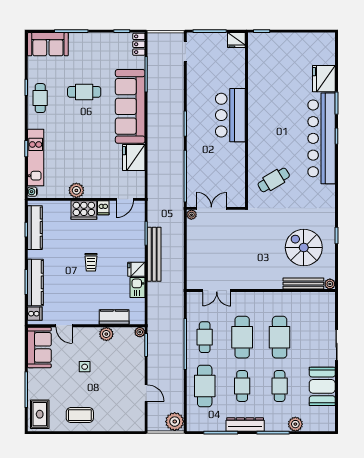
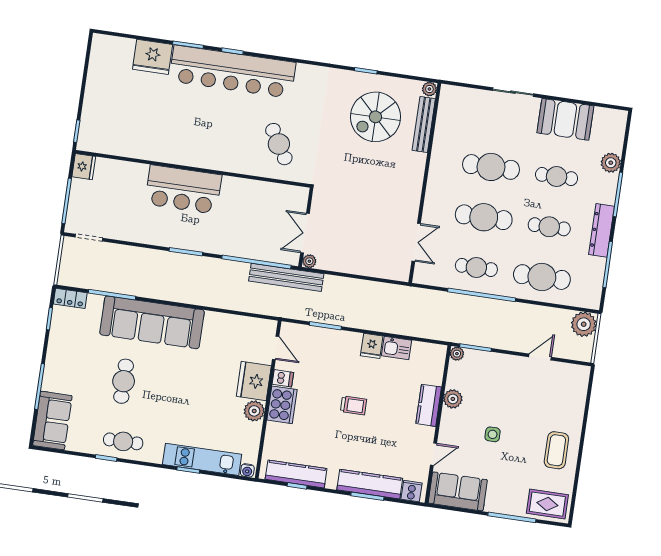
fridge: (134, 158) -> (254, 381), moved, turned 90
bench: (154, 254) -> (286, 277), moved
kitchen counter: (114, 317) -> (429, 405), moved

